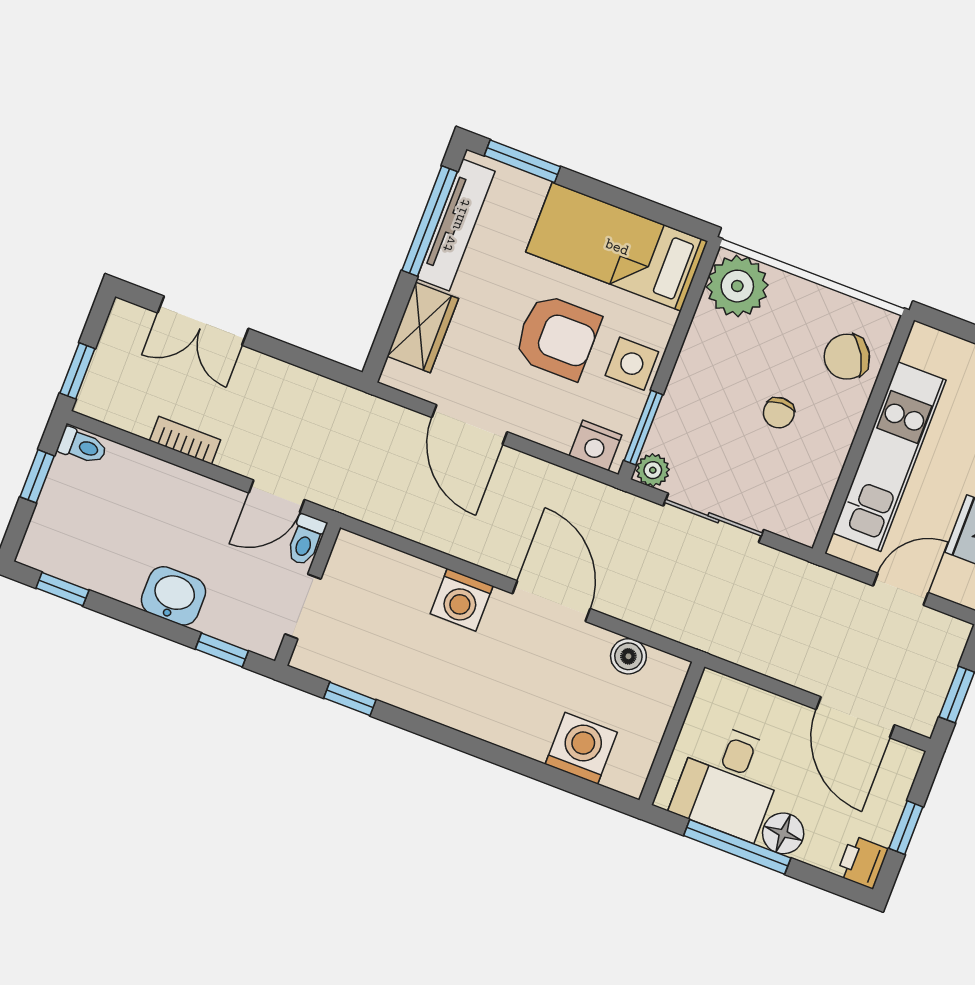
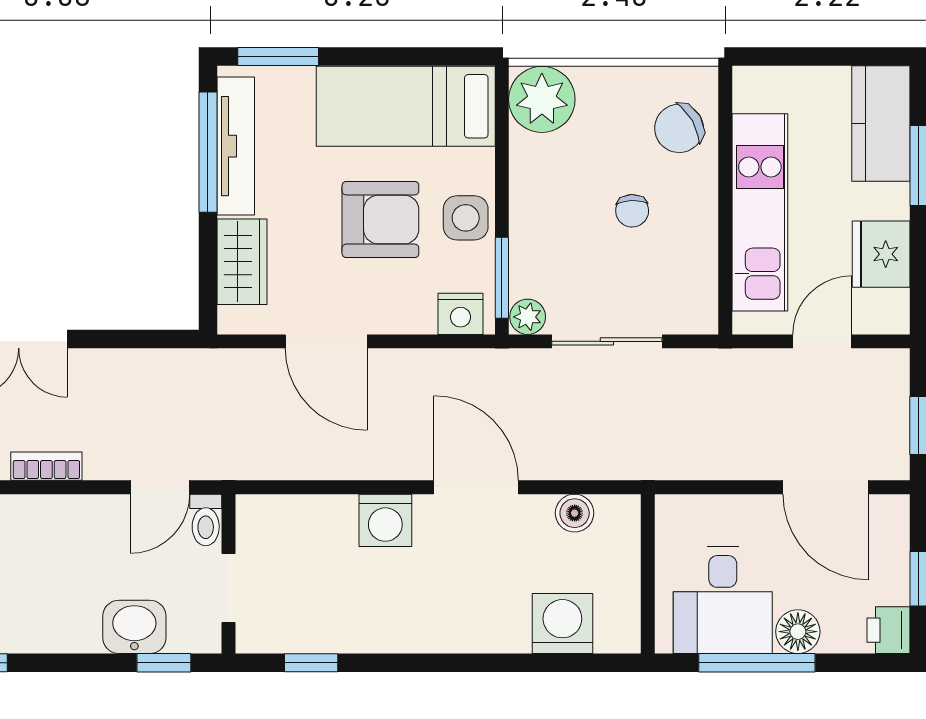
washbasin: (173, 596) -> (134, 627), moved

